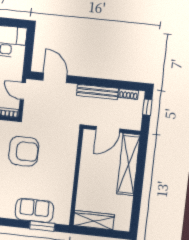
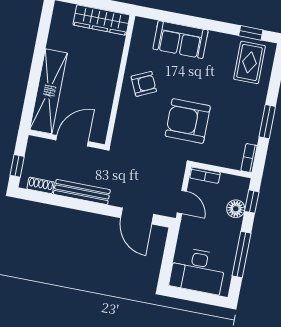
armchair: (58, 176) -> (144, 84), added
window: (42, 226) -> (172, 18), removed

